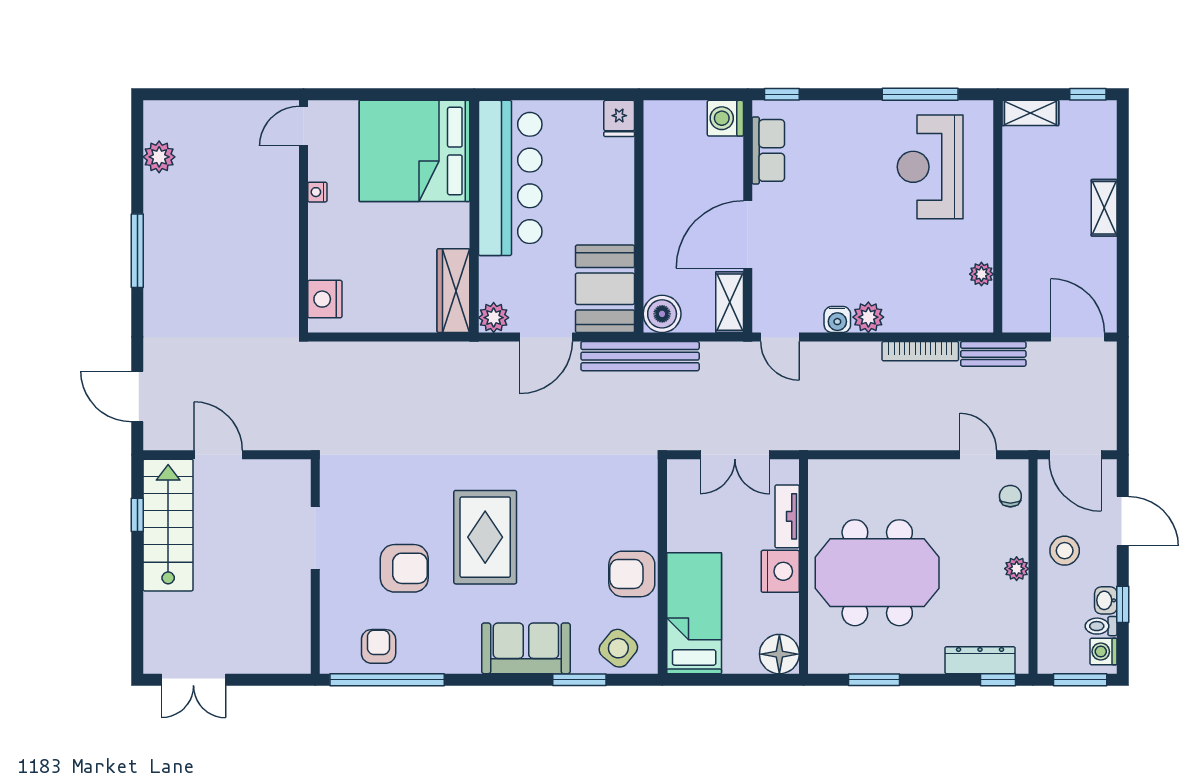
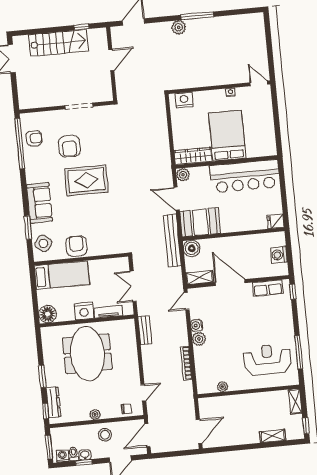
washing machine: (725, 118) -> (279, 255), moved, turned -90
bed: (415, 151) -> (227, 136), moved, width x0.73
plant: (159, 157) -> (179, 27), moved
shelving: (1104, 208) -> (273, 436), moved
bench: (993, 354) -> (145, 330), moved
stairs: (168, 525) -> (59, 43), moved
window: (874, 680) -> (42, 376), moved

